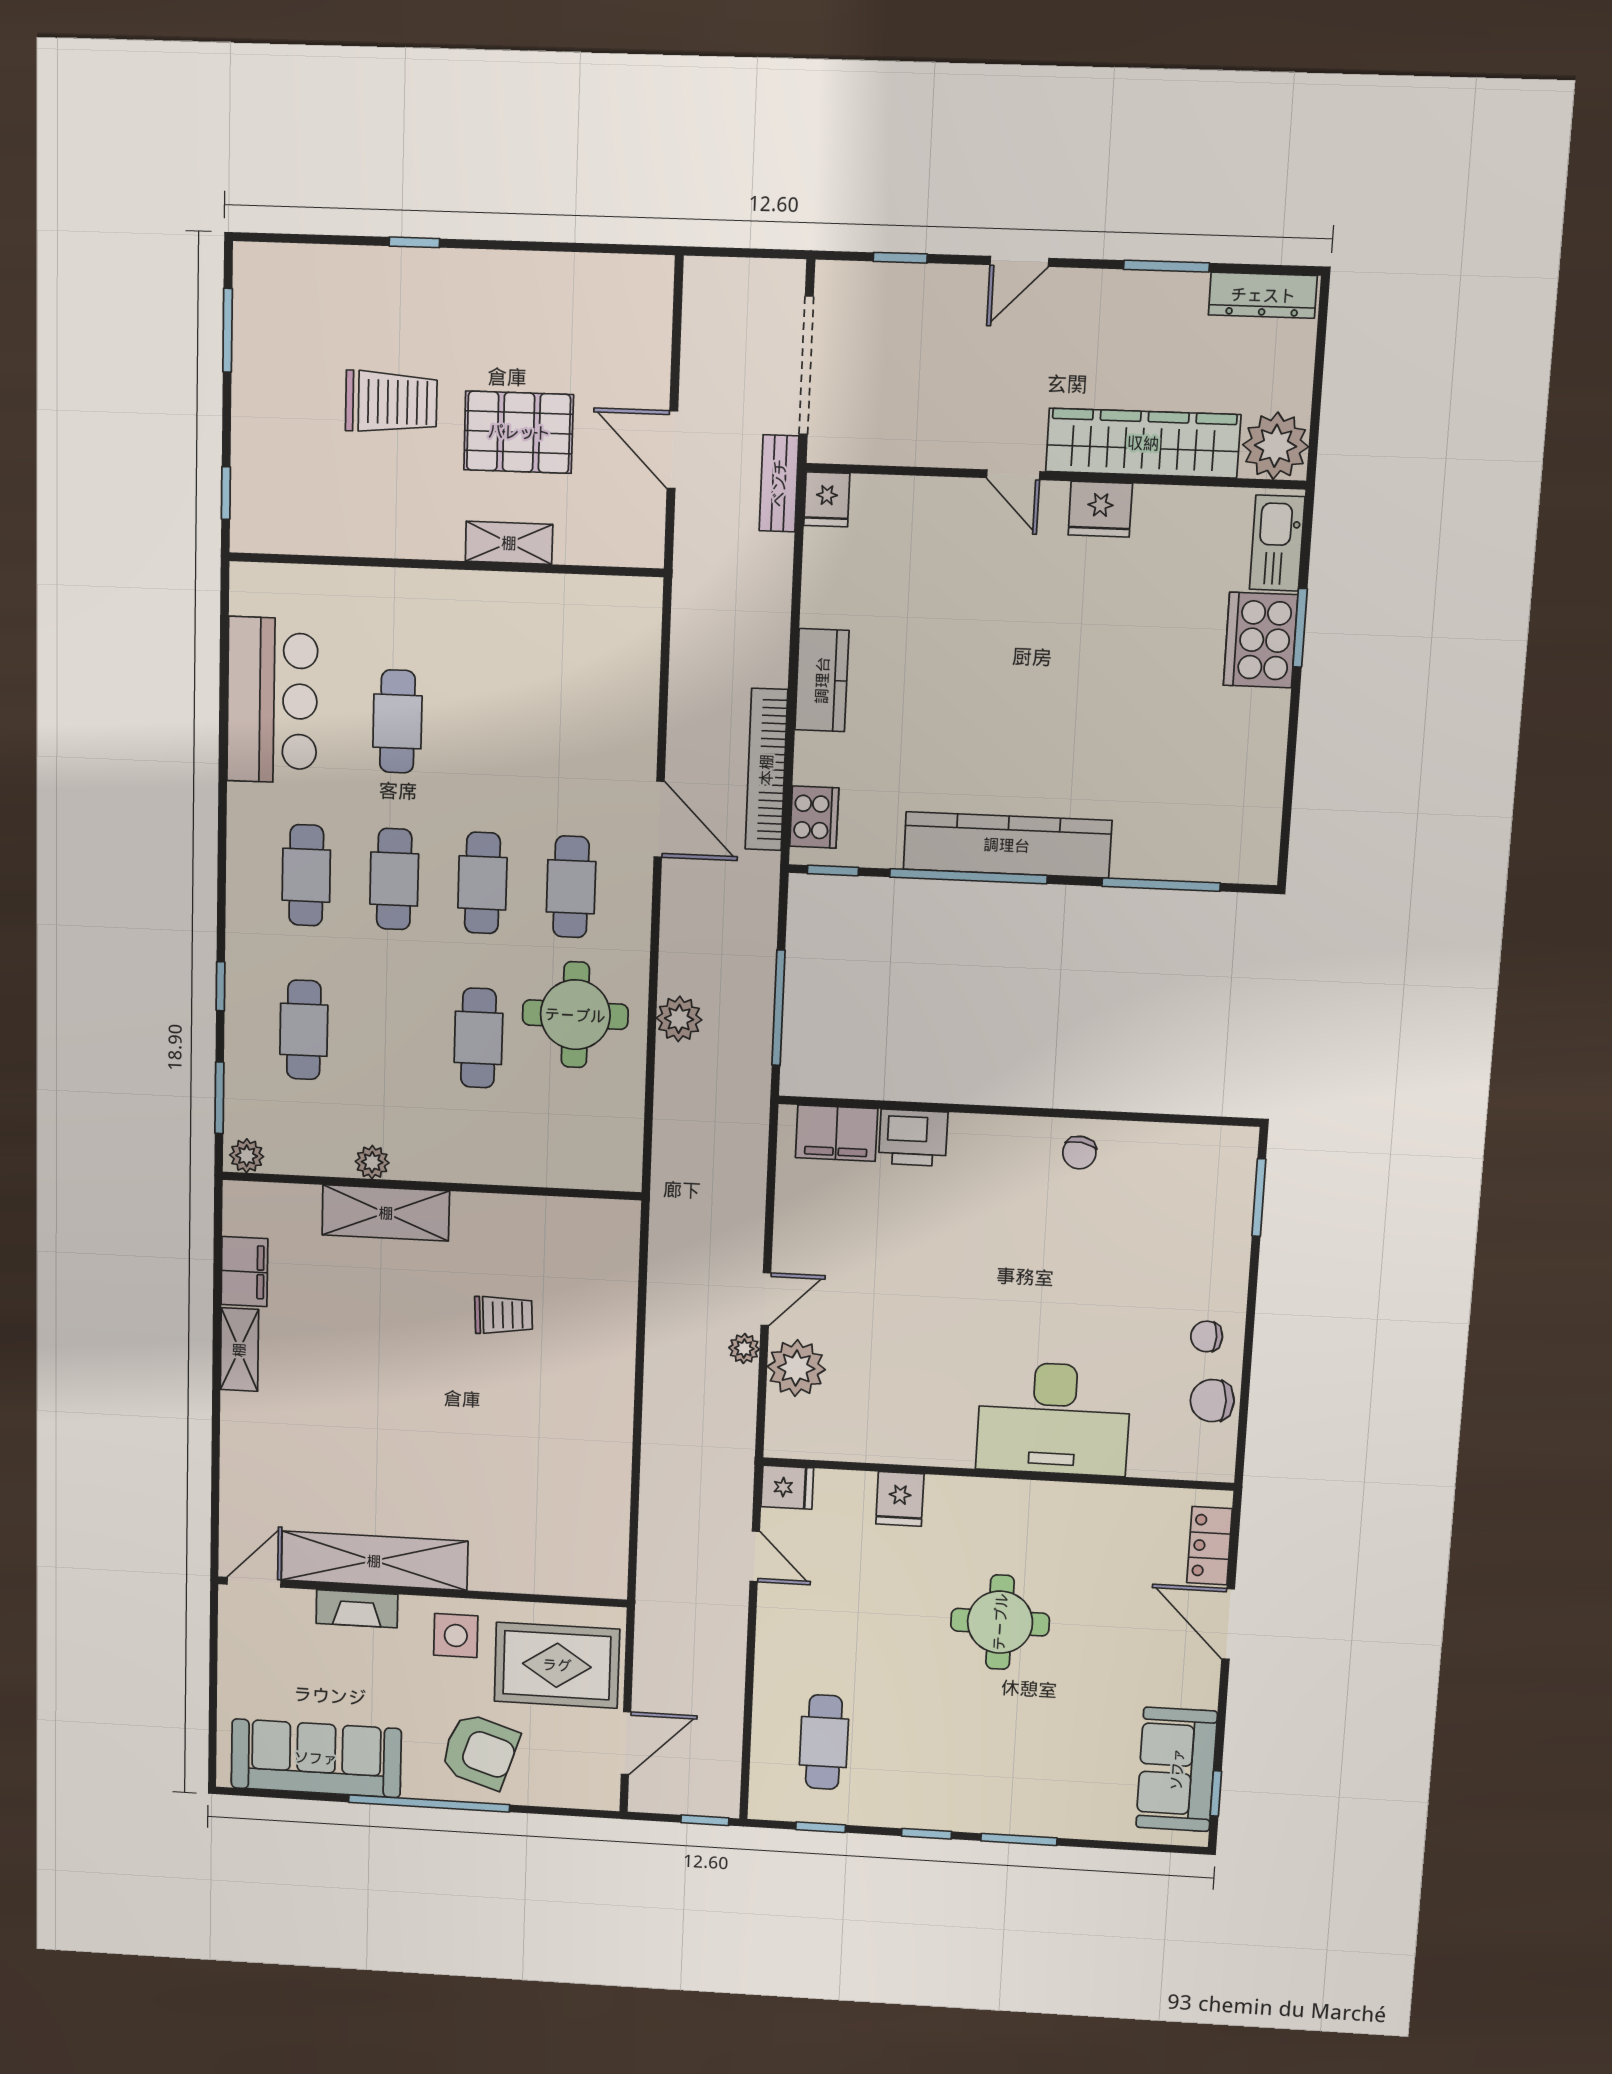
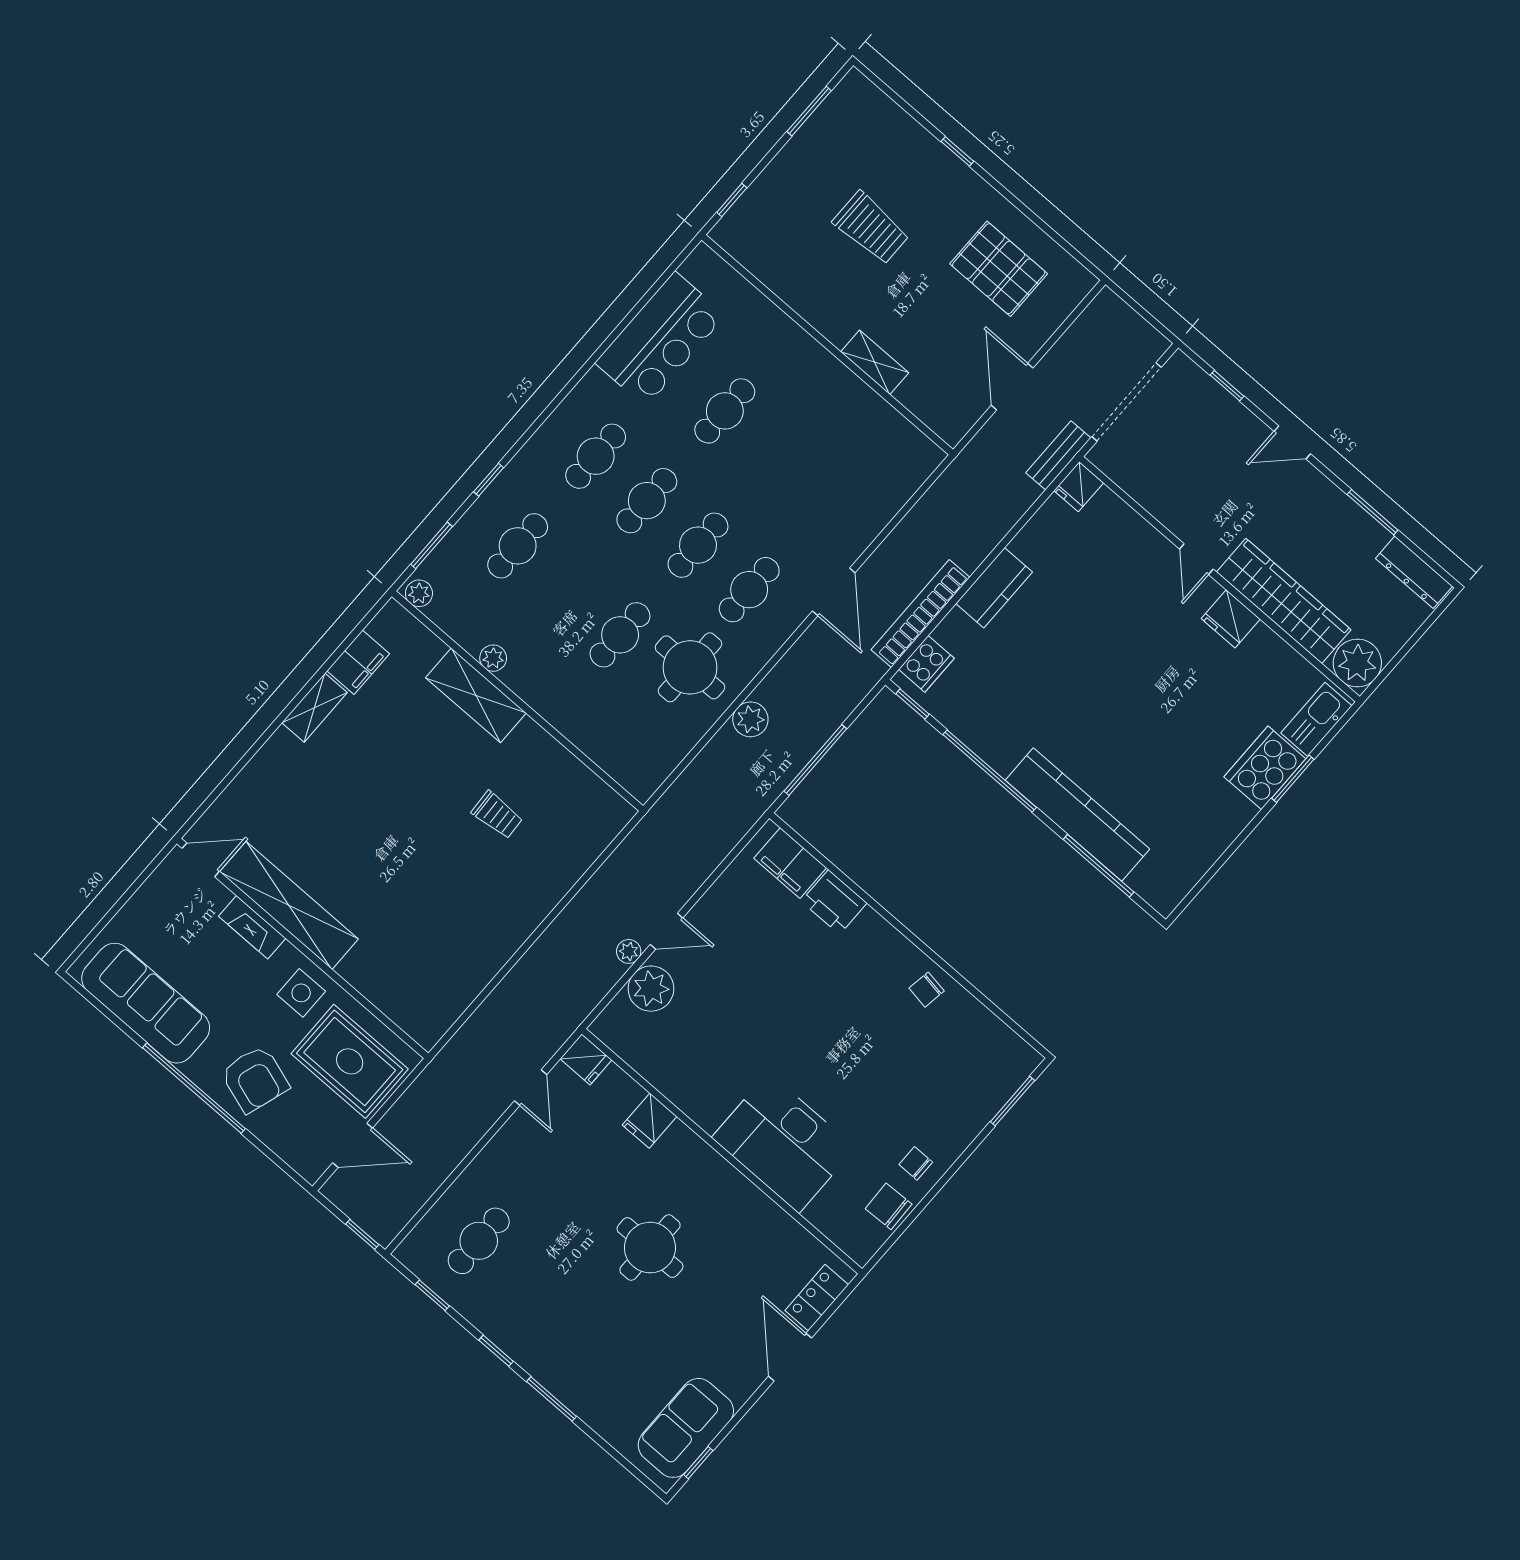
pallet: (519, 432) -> (999, 269), moved
kitchen counter: (1007, 845) -> (1078, 815), moved

